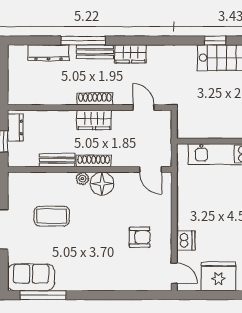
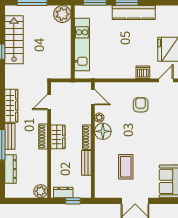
wardrobe: (131, 54) -> (11, 106), width x1.50
plant: (17, 95) -> (41, 191), added
door: (150, 169) -> (93, 97), hinge flipped
plant: (82, 179) -> (99, 118), moved

